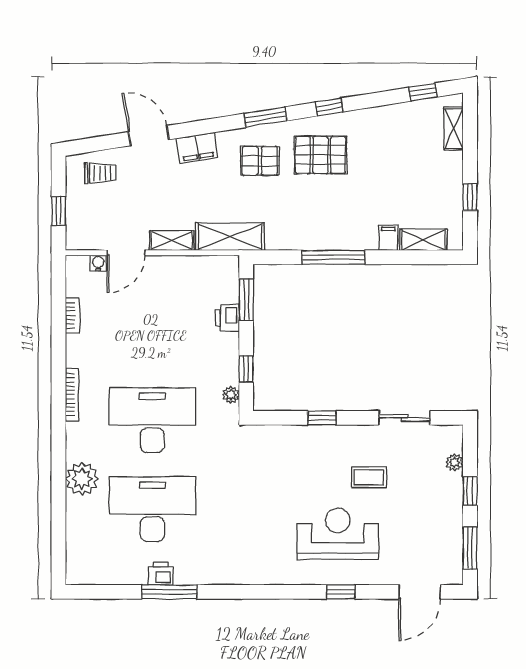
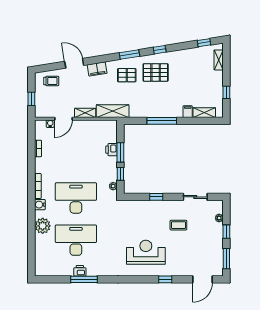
window: (246, 300) -> (120, 152), moved
water cooler: (76, 434) -> (40, 205), added
reception desk: (338, 534) -> (146, 252), moved

